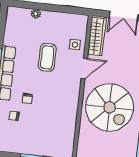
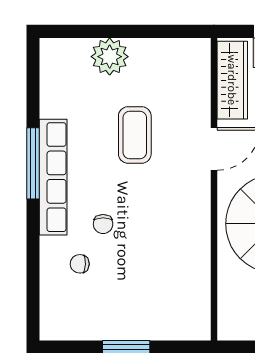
plant: (36, 14) -> (110, 57), width x1.88, depth x1.88
side table: (75, 45) -> (189, 102), removed

